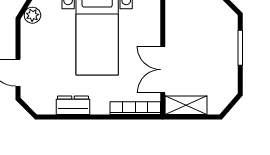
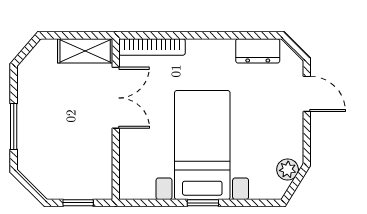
dresser: (73, 105) -> (258, 51), moved

